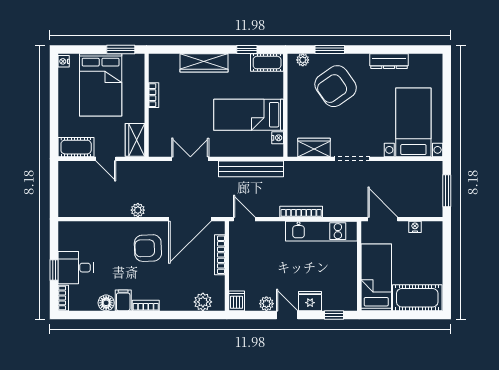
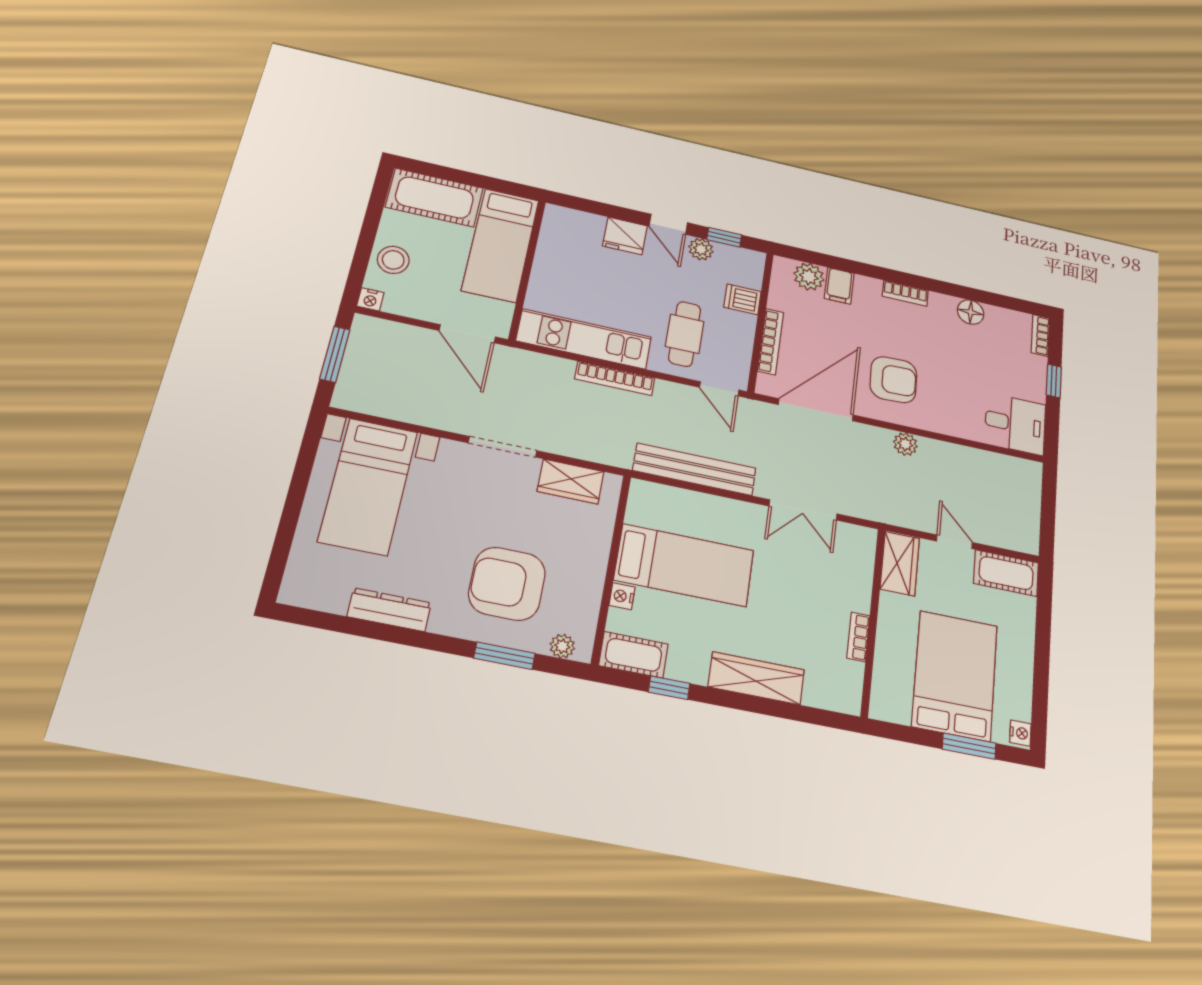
window: (121, 49) -> (969, 746), moved
armchair: (336, 86) -> (507, 584), turned -145
nightstand: (278, 138) -> (622, 596), moved
nightstand: (415, 227) -> (370, 299), moved
cafe table: (268, 248) -> (685, 334), added
stool: (430, 253) -> (393, 260), added
desk: (76, 268) -> (1015, 424), moved
filing cabinet: (123, 300) -> (839, 286), moved
dishwasher: (237, 301) -> (743, 299), moved, turned 90
window: (334, 315) -> (724, 237), moved

